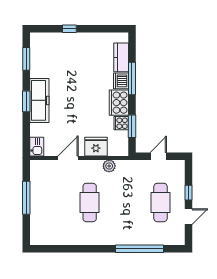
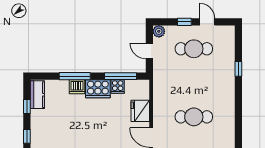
window: (100, 29) -> (27, 106), added
kitchen counter: (121, 57) -> (37, 95), moved, turned -90
window: (132, 126) -> (121, 76), width x1.44
plant: (109, 166) -> (159, 31), moved
window: (140, 249) -> (238, 69), width x0.32

